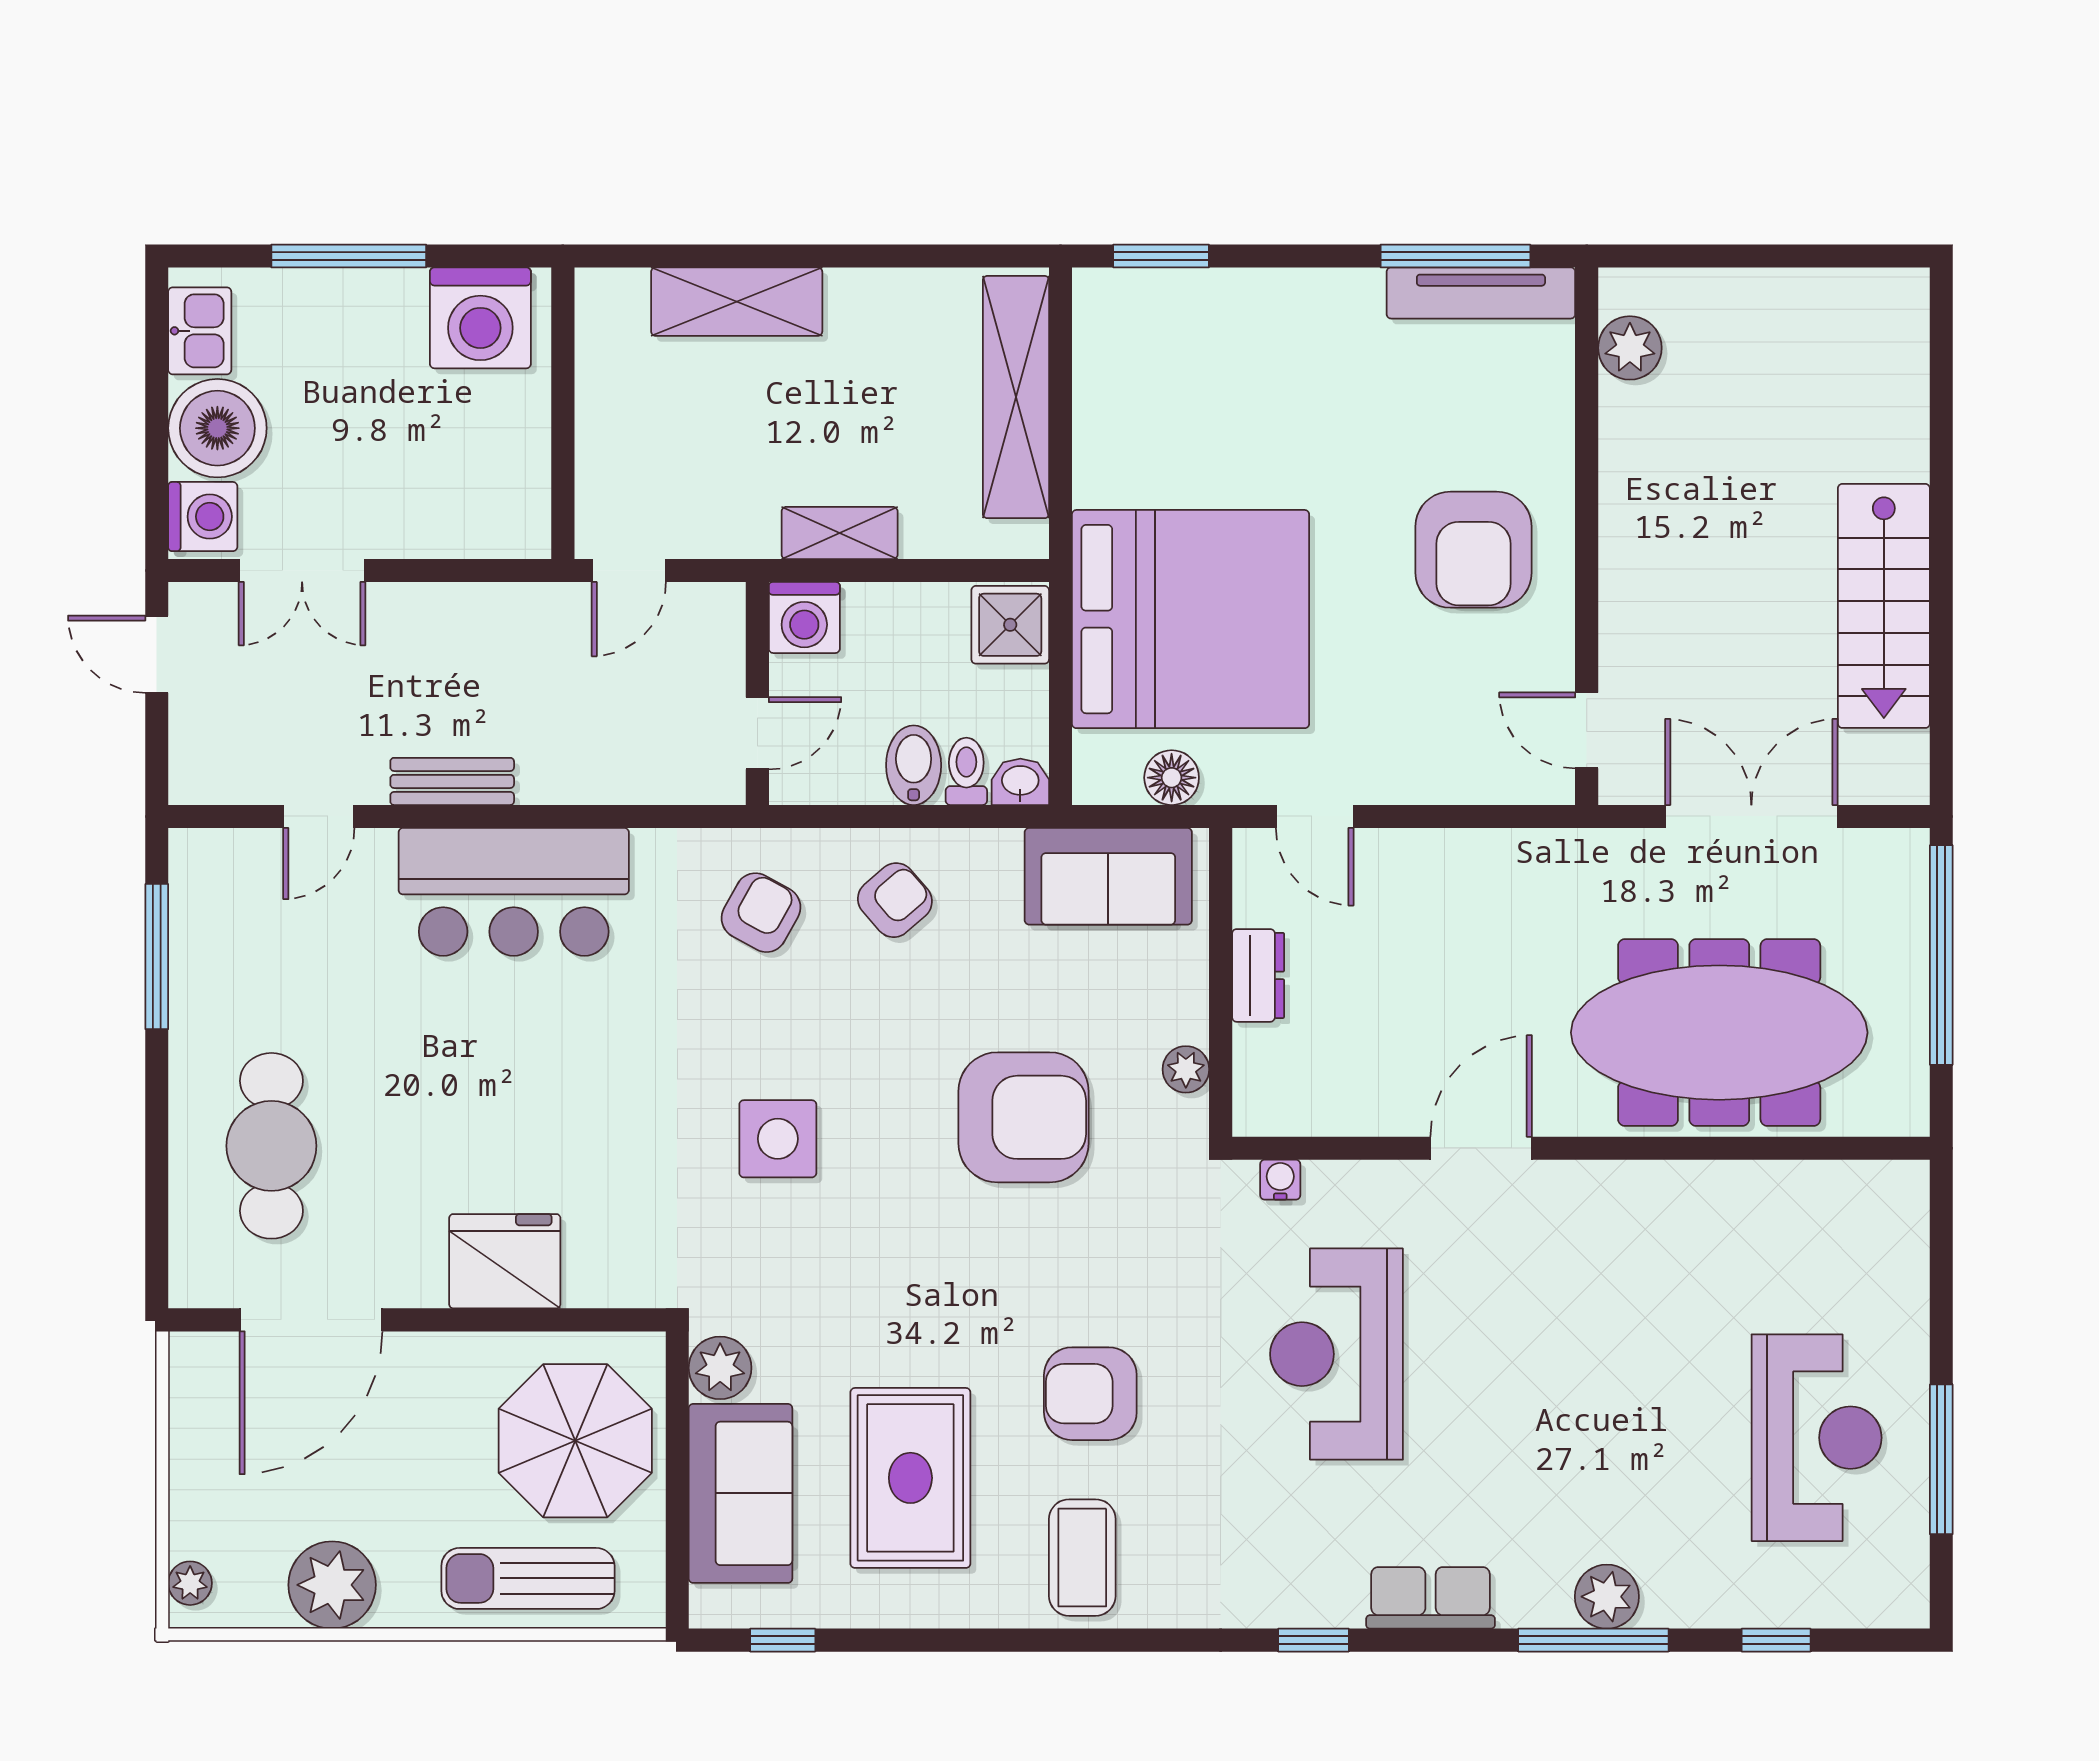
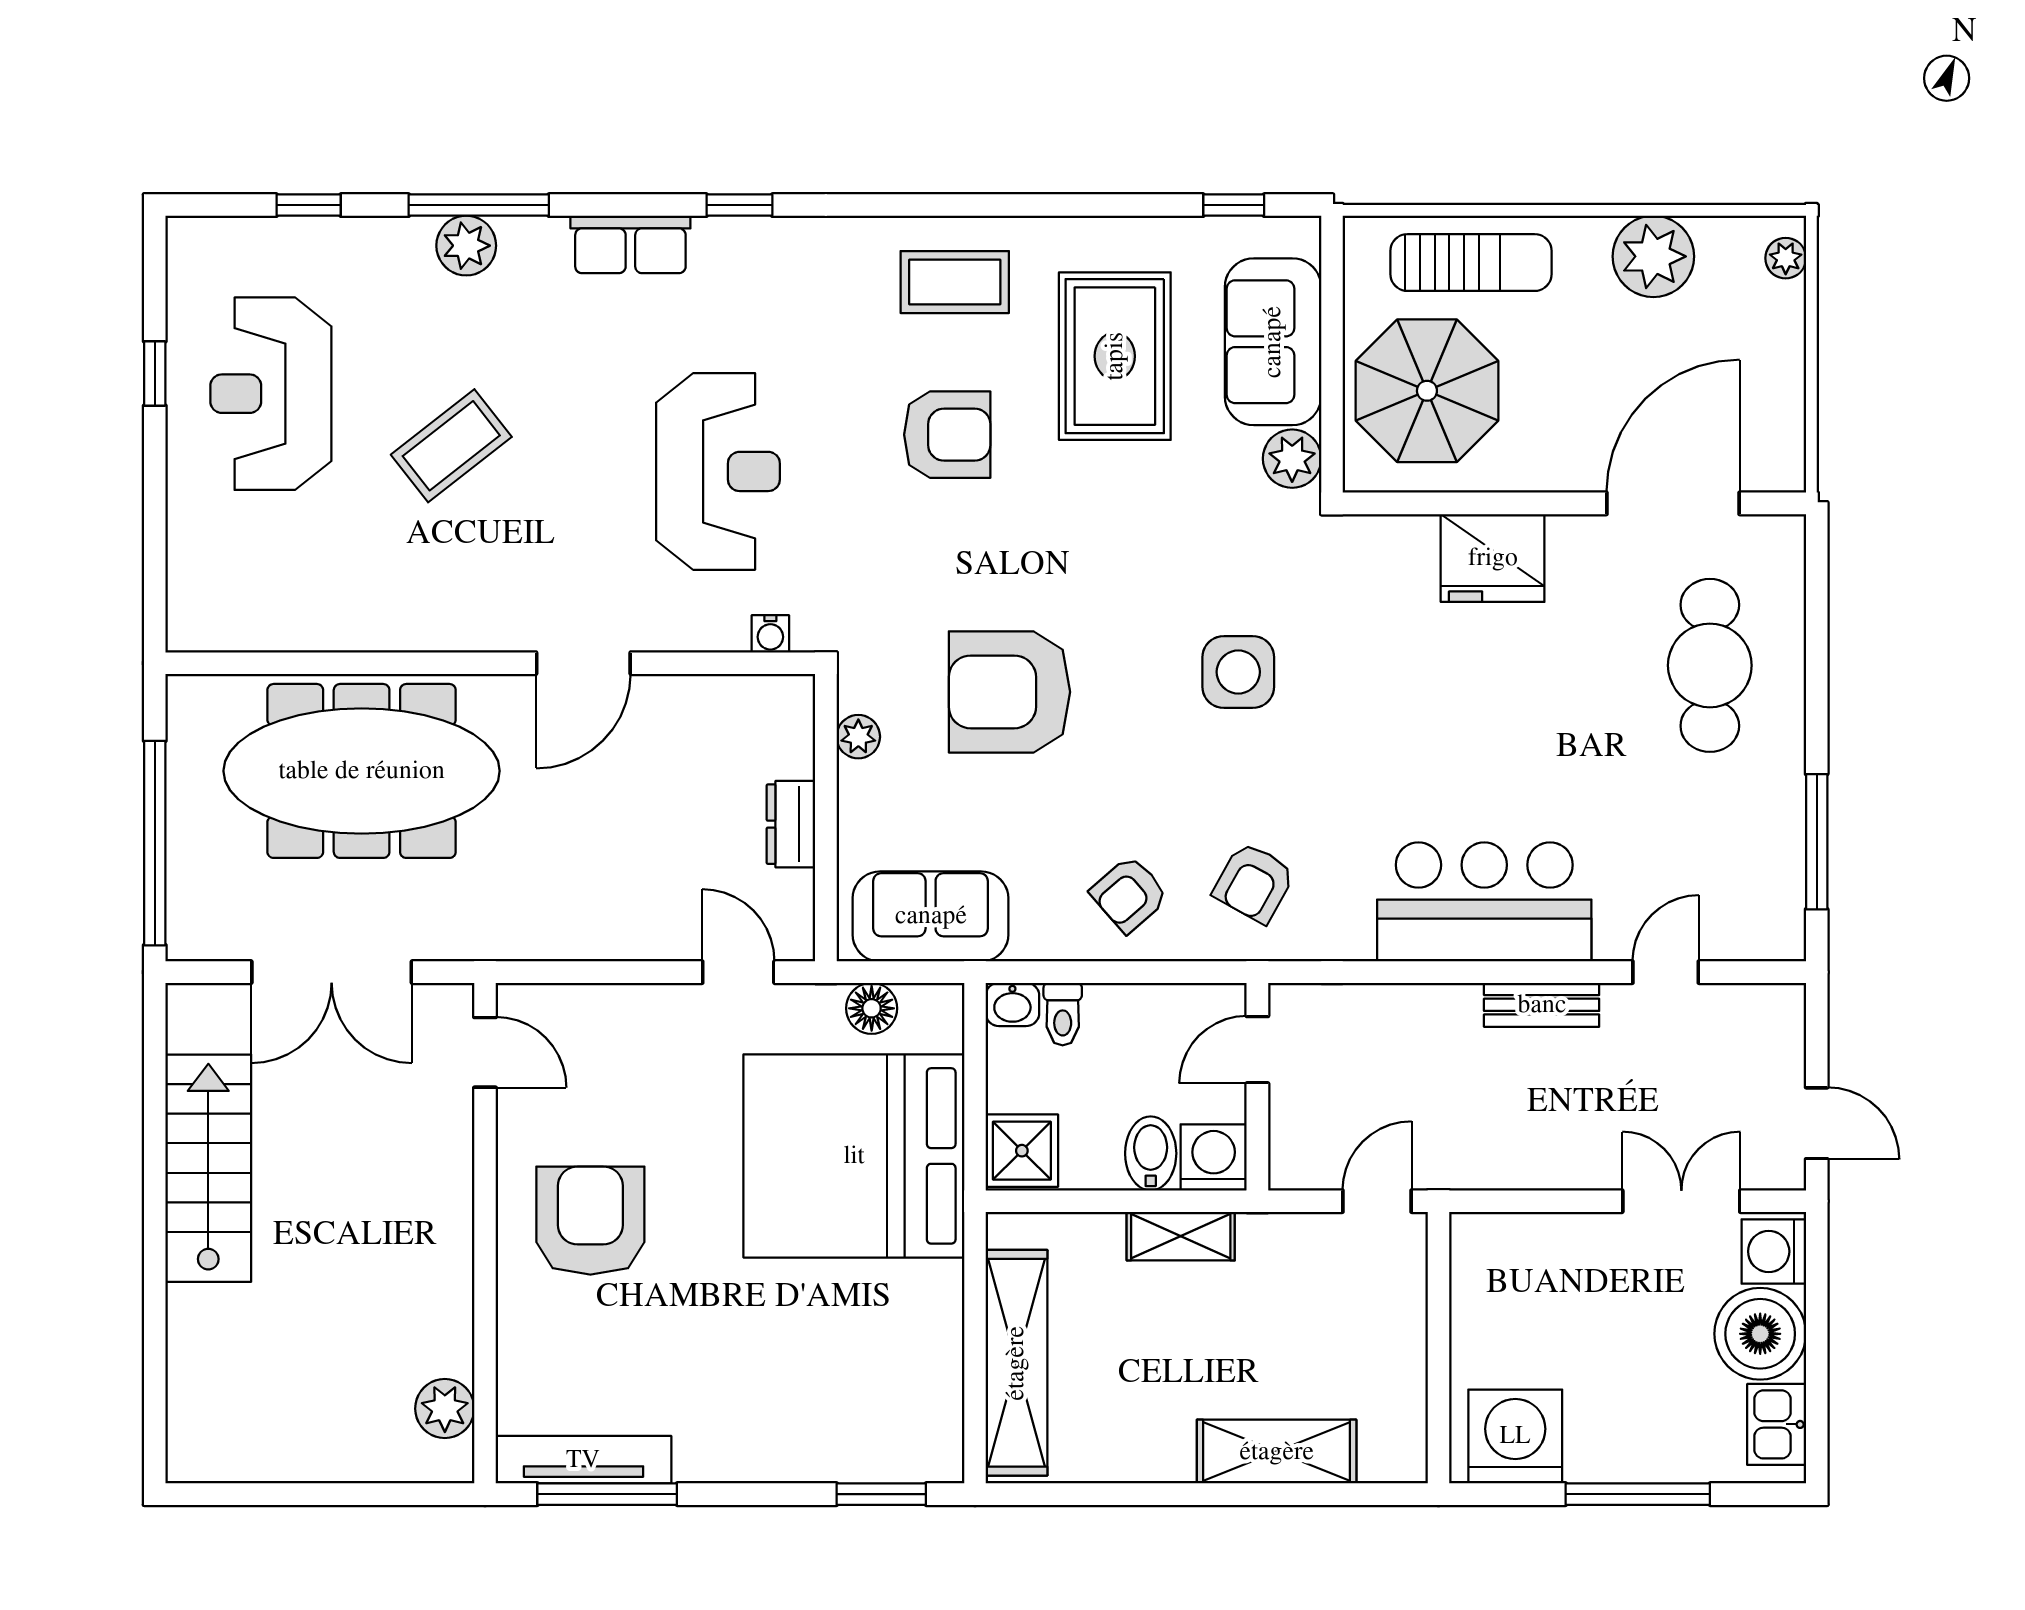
bidet: (914, 765) -> (1151, 1153), moved, turned 180
coffee table: (1623, 1382) -> (451, 446), added
window: (1941, 1459) -> (155, 373), width x0.46
coffee table: (1082, 1558) -> (955, 282), turned 90

